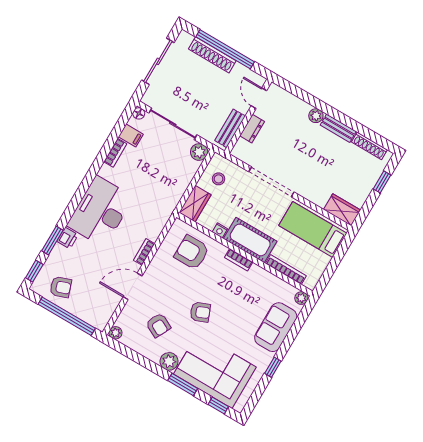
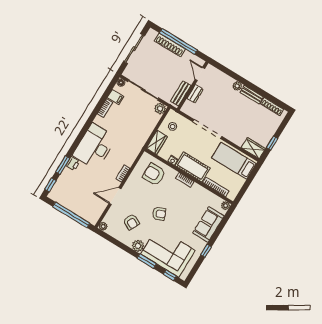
window: (382, 182) -> (272, 143), moved
armchair: (61, 287) -> (68, 196), removed

